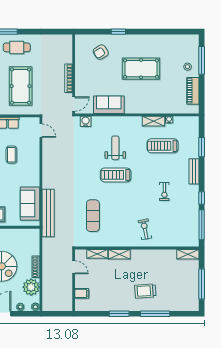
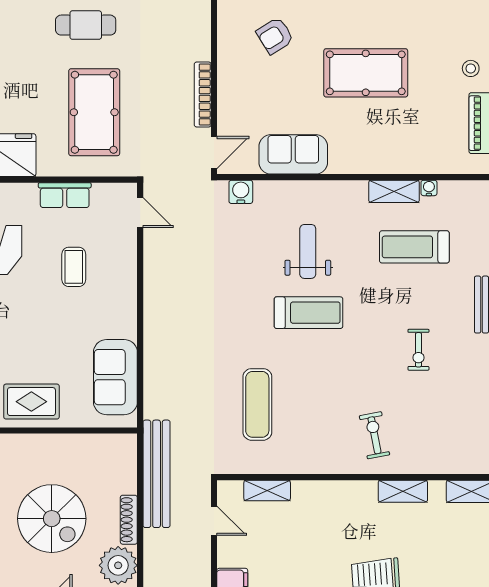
treadmill: (116, 175) -> (309, 313), turned 180
bench: (48, 213) -> (157, 474), moved
shelving: (119, 254) -> (403, 491), moved

